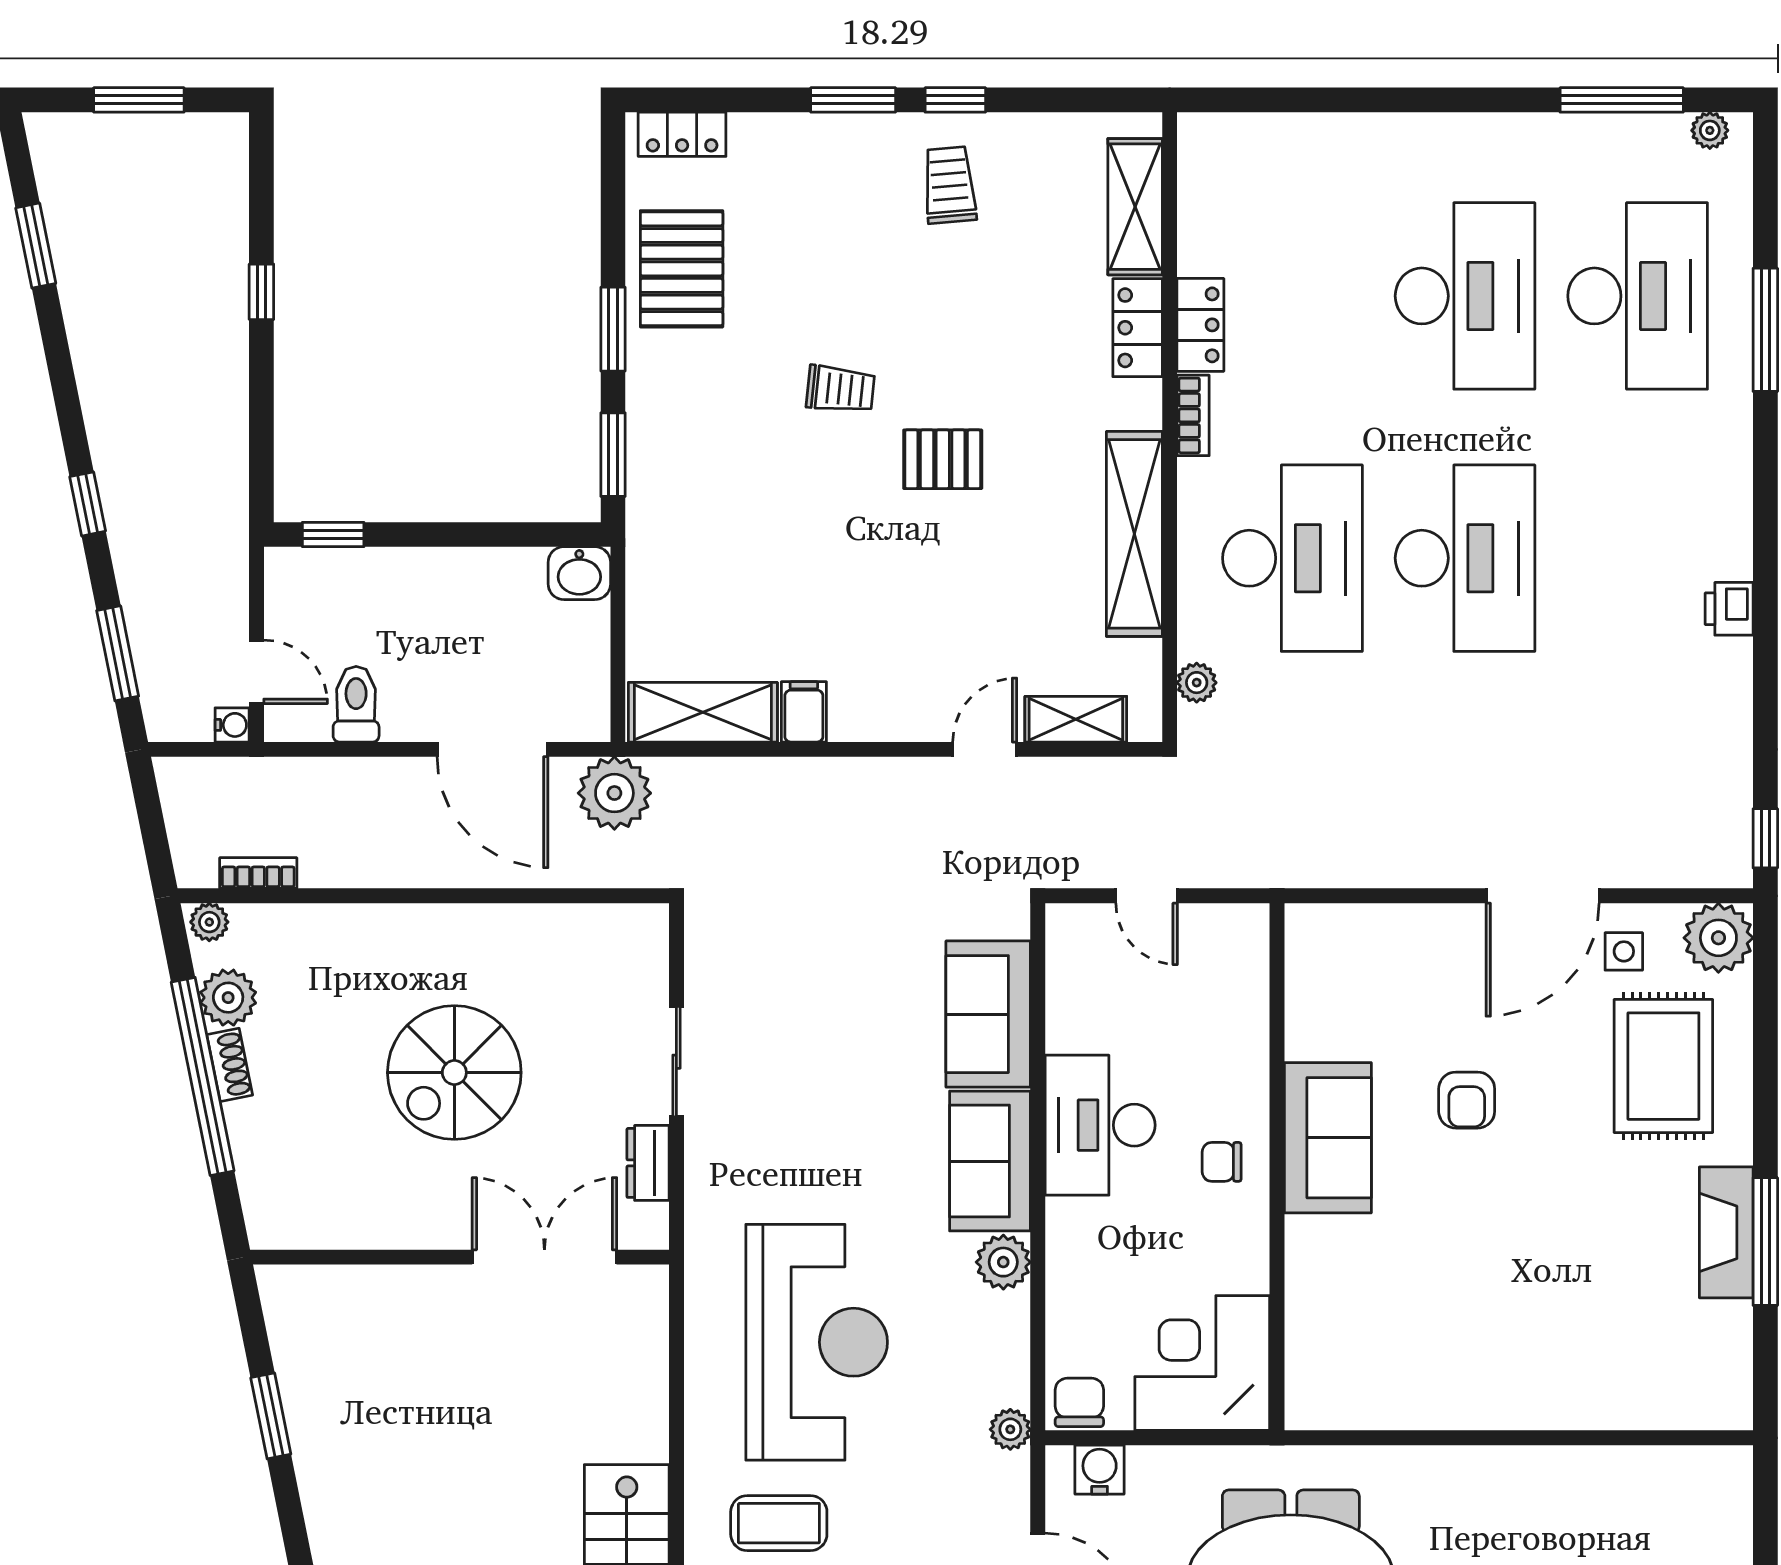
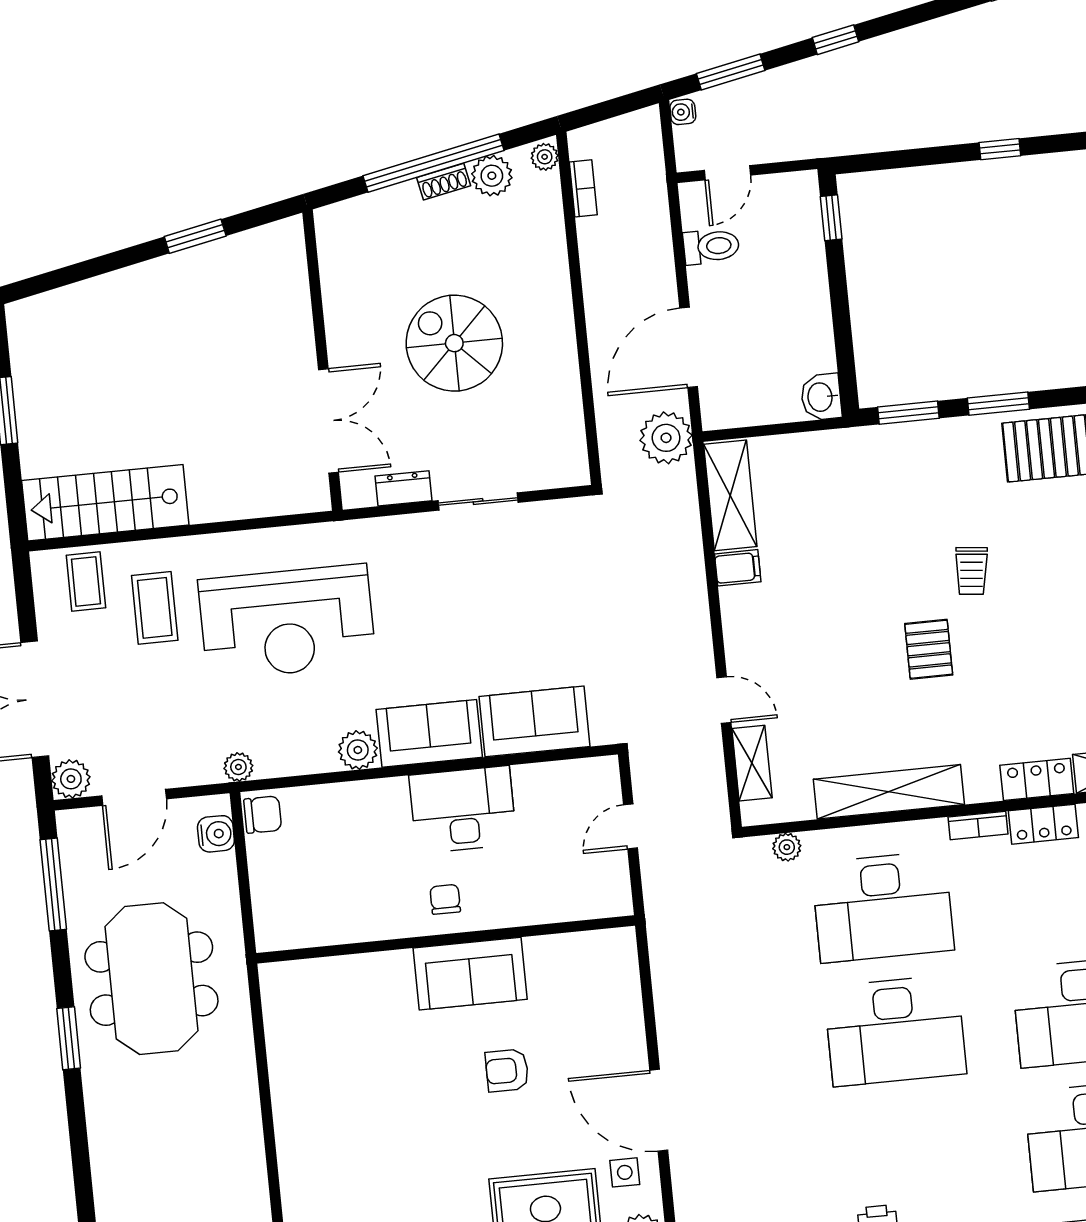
water cooler: (232, 725) -> (683, 112), moved, turned 90
corner desk: (1202, 1363) -> (300, 900), removed

